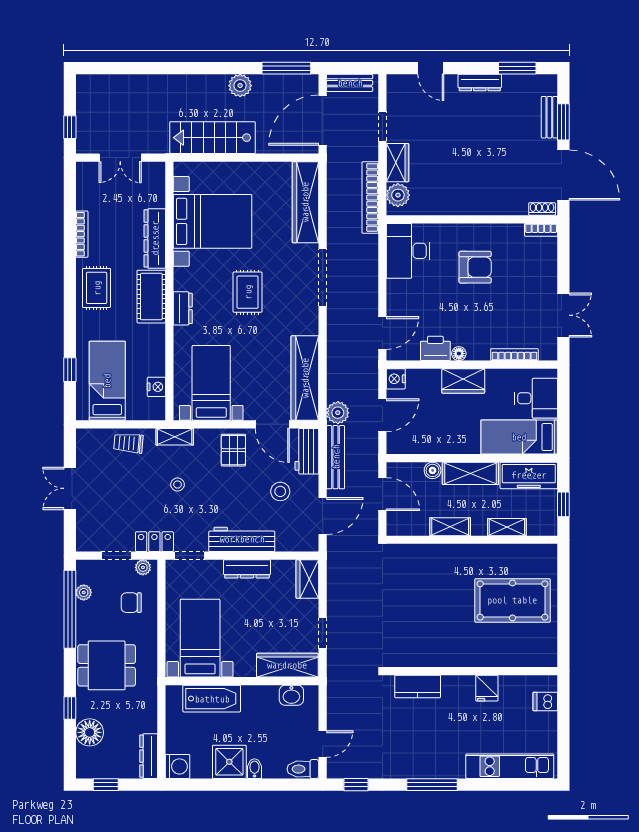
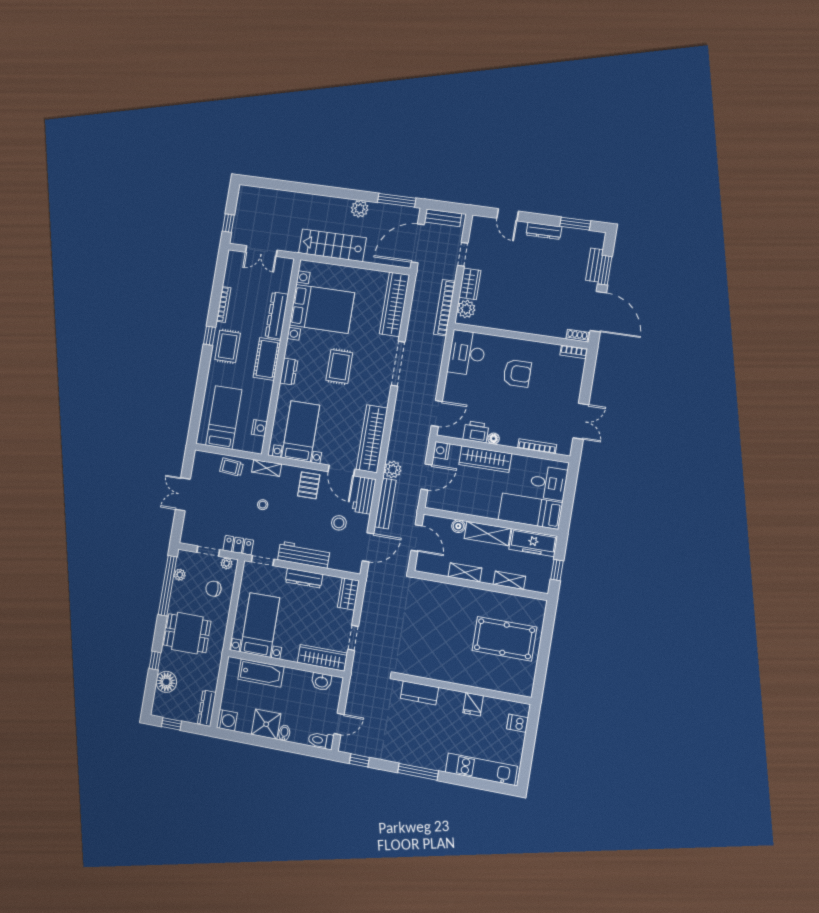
window: (70, 370) -> (209, 336), moved
wardrobe: (463, 381) -> (485, 459), width x1.50

